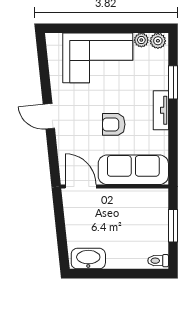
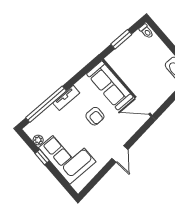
window: (119, 28) -> (42, 157), added
plant: (158, 41) -> (31, 131), removed
window: (173, 82) -> (46, 104), width x2.11
door: (81, 187) -> (142, 106), hinge flipped

